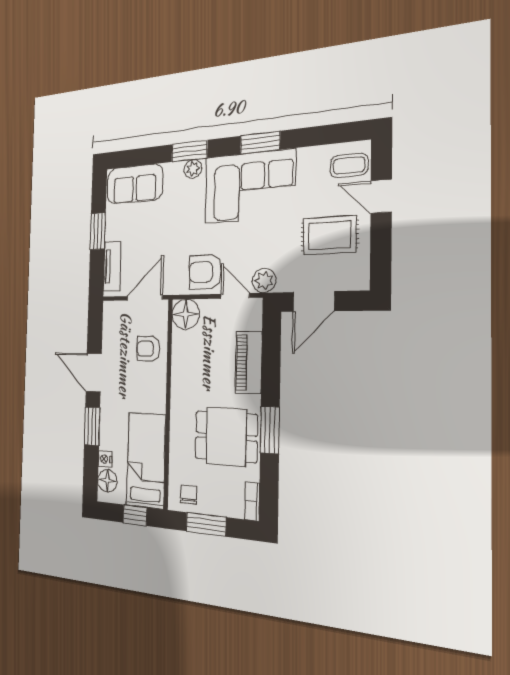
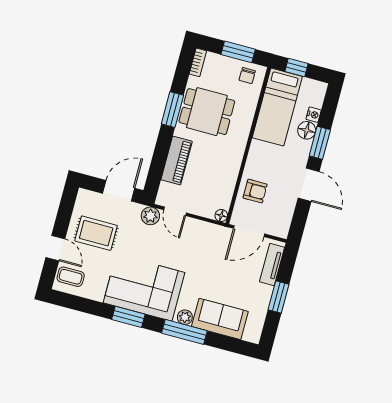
window: (189, 151) -> (184, 332), width x1.44
sofa: (135, 184) -> (220, 319), moved
armchair: (205, 272) -> (194, 236), removed
floor lamp: (186, 314) -> (221, 215), width x0.53, depth x0.53
floor lamp: (107, 481) -> (307, 130), moved

